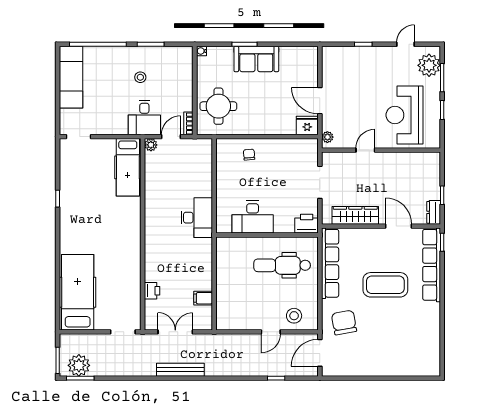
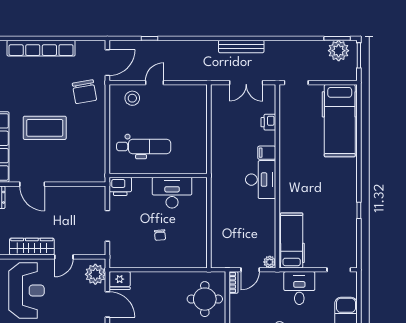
desk: (144, 118) -> (299, 288), moved
plant: (327, 137) -> (95, 274), width x1.88, depth x1.88
chair: (249, 155) -> (160, 235), moved
wardrobe: (355, 215) -> (32, 247), moved, turned 180
desk: (197, 218) -> (261, 180), moved, turned 180
row of seats: (330, 263) -> (41, 48), moved, turned -90
filing cabinet: (203, 298) -> (267, 153), moved, turned 180

